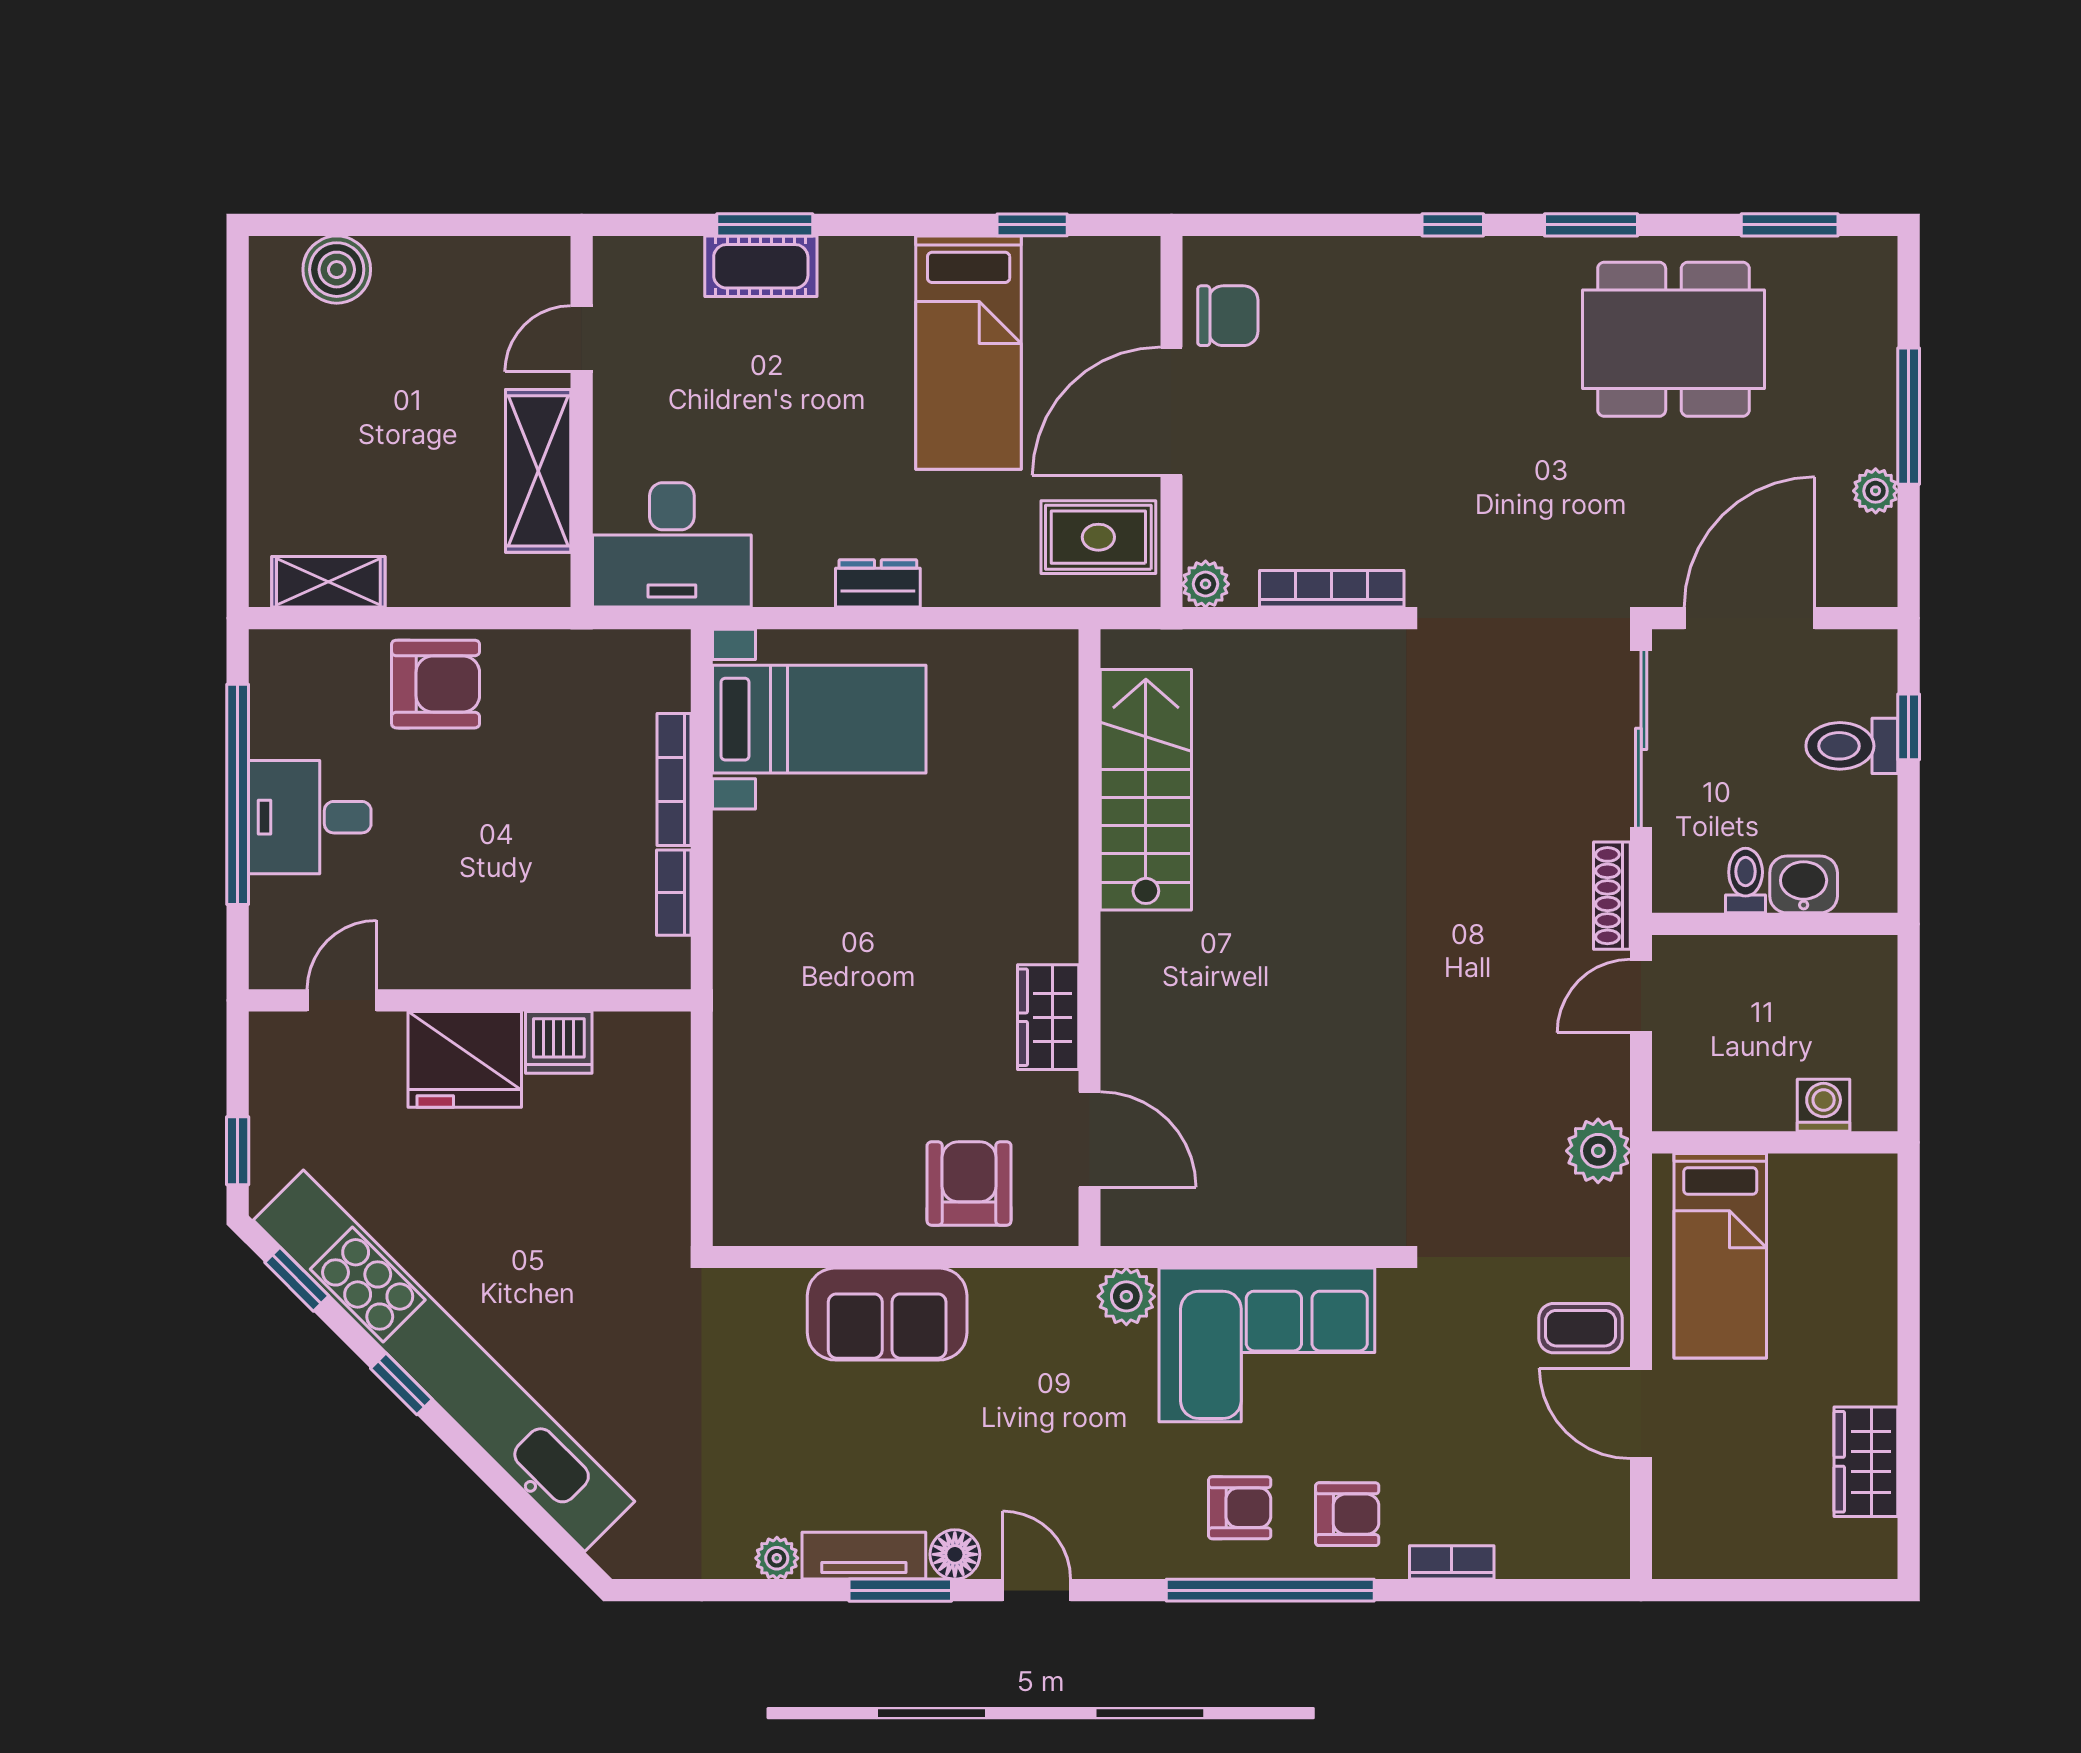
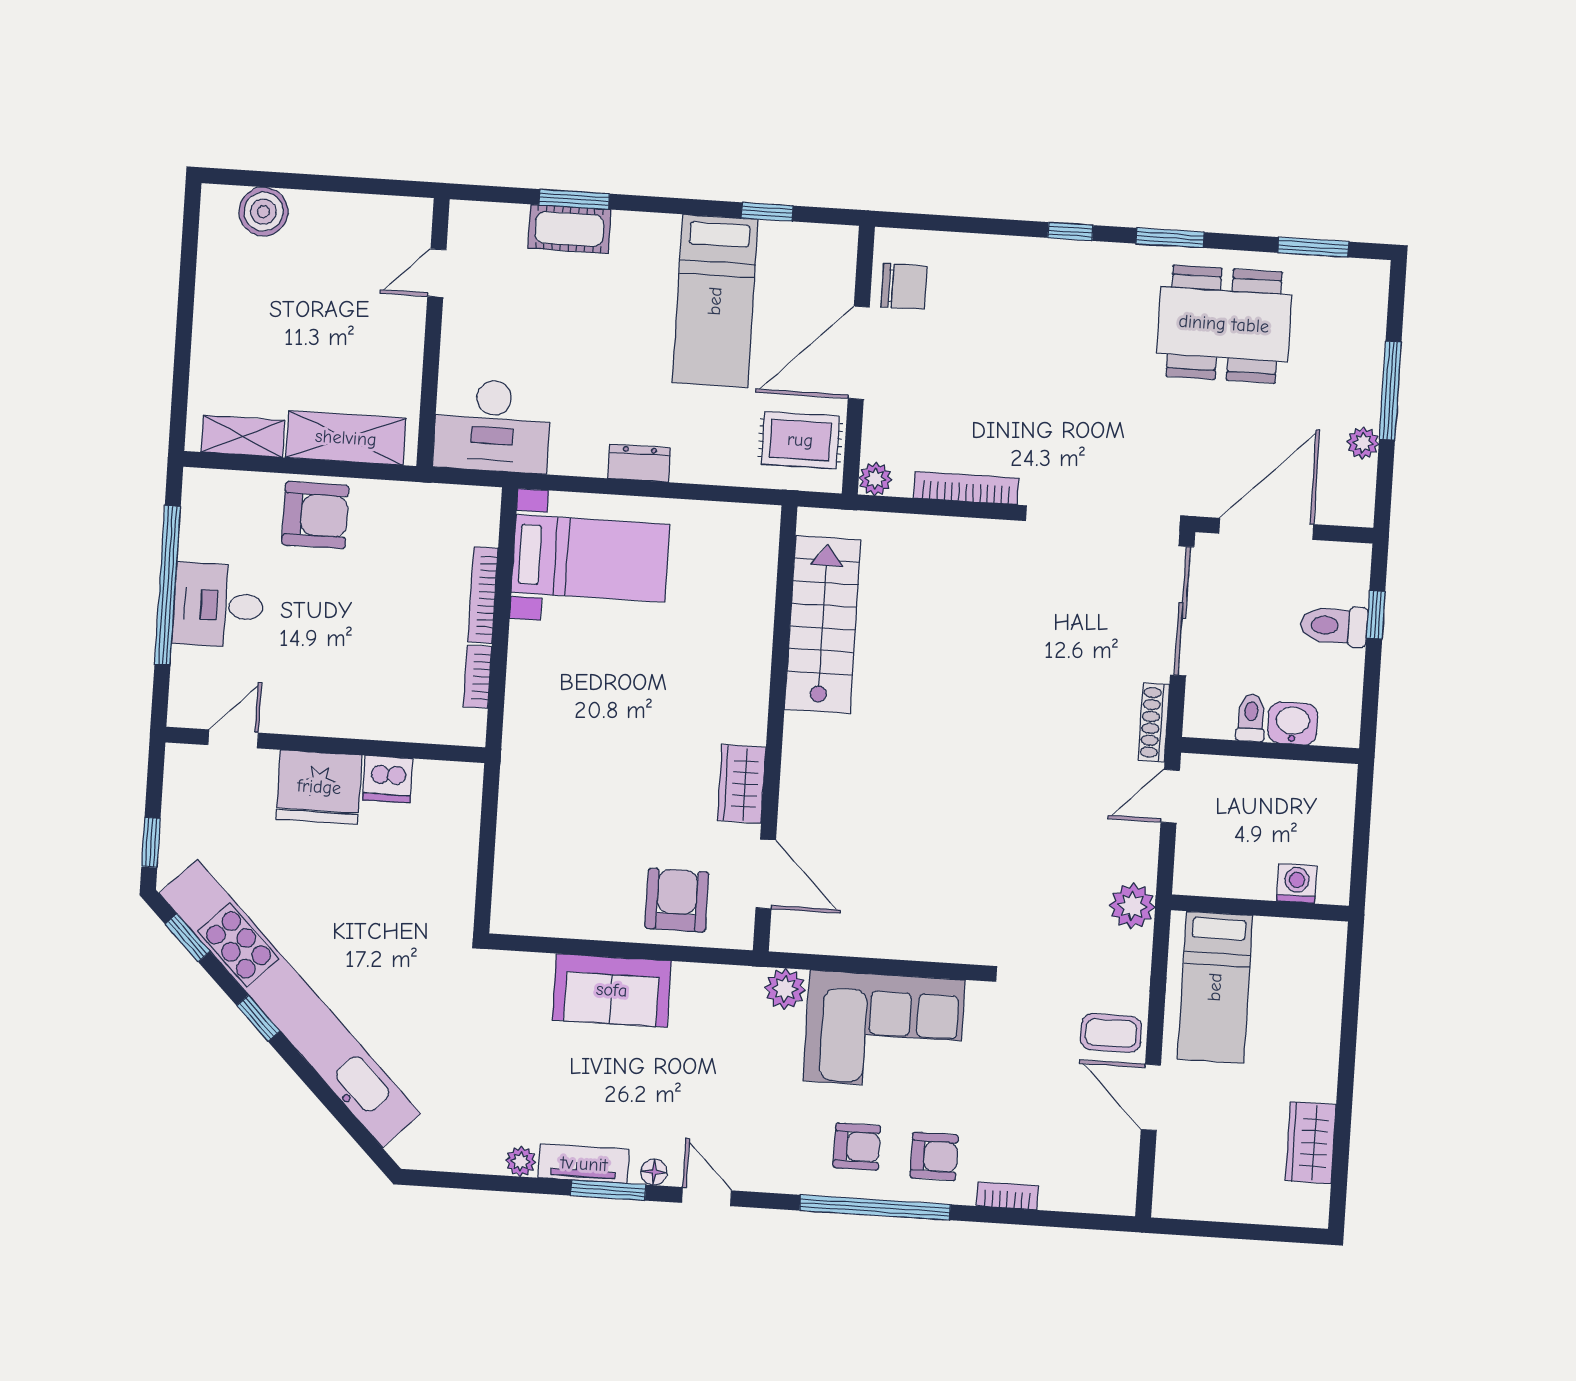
shelving: (538, 471) -> (346, 438), moved, turned 90
floor lamp: (955, 1554) -> (654, 1172), width x0.73, depth x0.73

